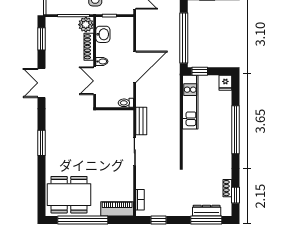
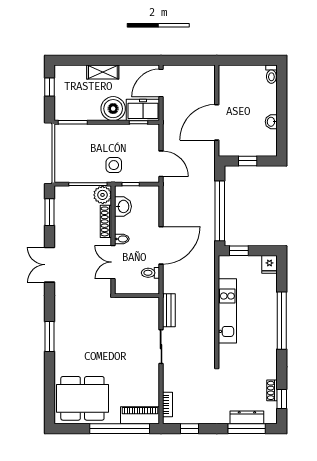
kitchen unit: (190, 102) -> (227, 311), moved
toilet: (126, 103) -> (150, 273), moved
window: (83, 220) -> (120, 429), moved

